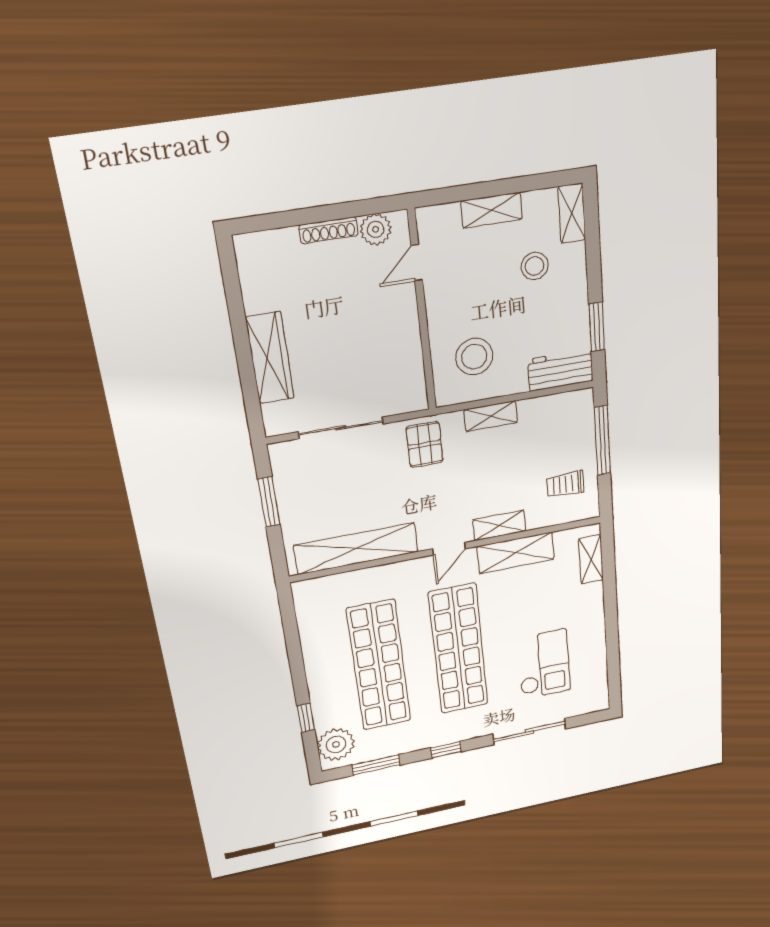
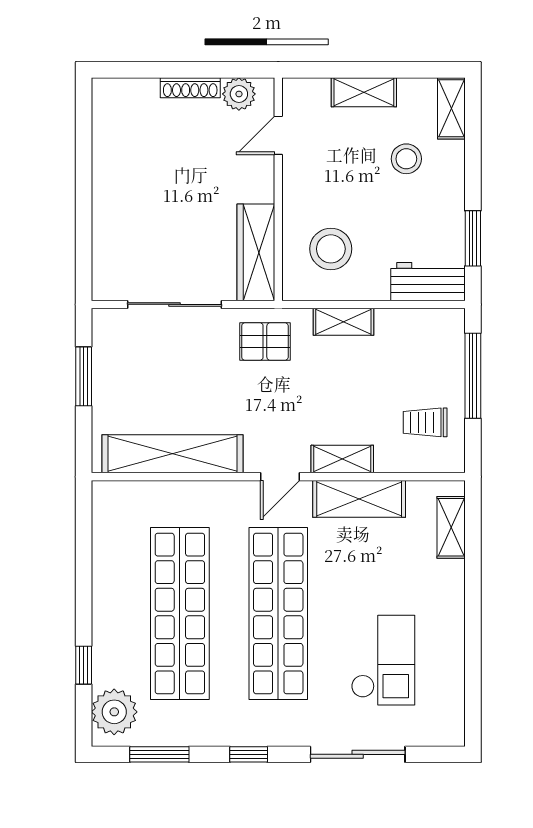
wardrobe: (270, 358) -> (256, 252), moved, turned 180
pallet: (425, 444) -> (265, 342), turned 90

